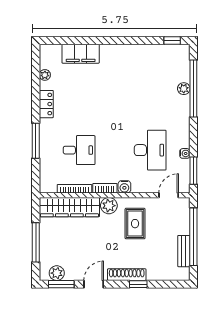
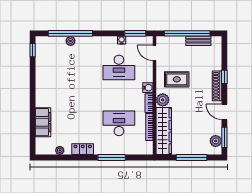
desk: (79, 150) -> (119, 123), width x1.37
desk: (150, 150) -> (119, 67), turned 180

